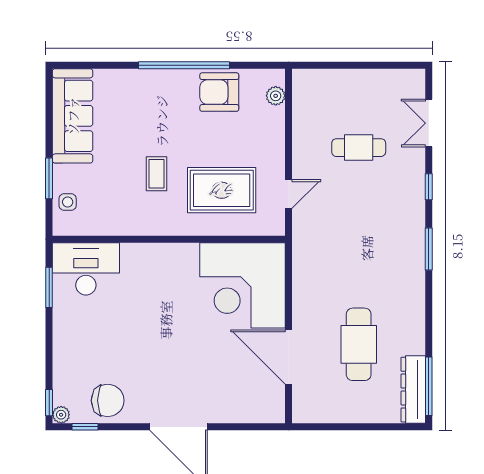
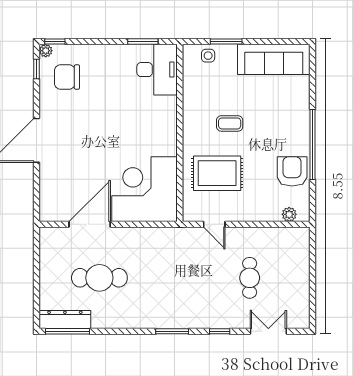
rug: (222, 190) -> (217, 173), turned 90
chair: (108, 400) -> (67, 77), moved, turned 90

